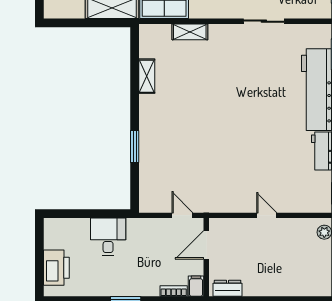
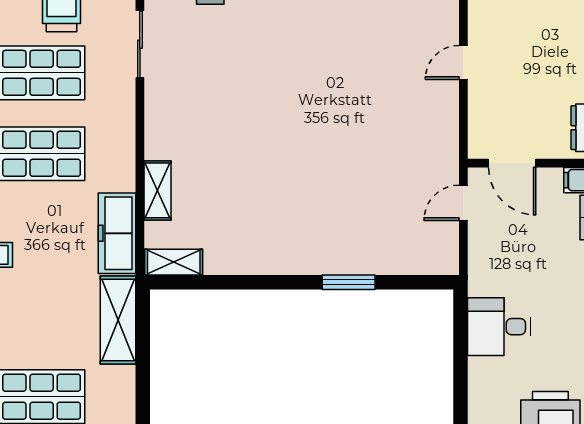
sliding door: (264, 21) -> (140, 44), moved
shelving: (147, 76) -> (174, 262), moved

